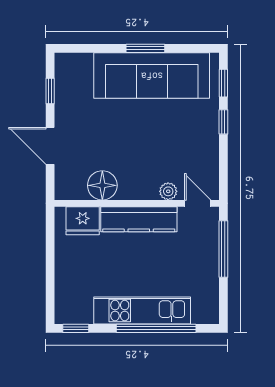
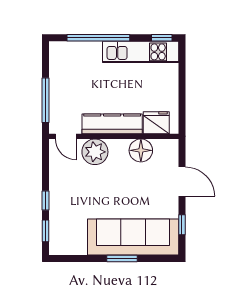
window: (145, 48) -> (122, 258), moved
sofa: (152, 76) -> (133, 237), moved
plant: (168, 191) -> (95, 152), width x1.87, depth x1.87
kitchen unit: (142, 310) -> (141, 52), moved

